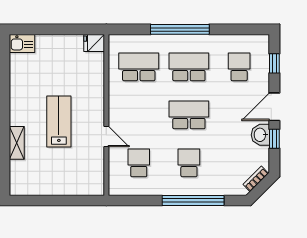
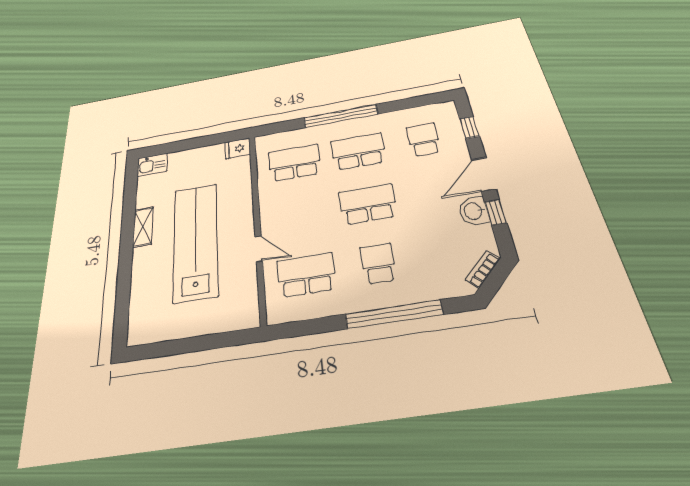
lab bench: (59, 121) -> (196, 241), width x1.86, depth x1.39
shelving: (17, 143) -> (143, 227), moved
school desk: (139, 163) -> (306, 275), width x1.85

